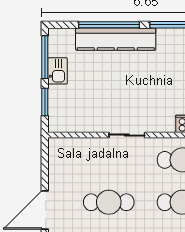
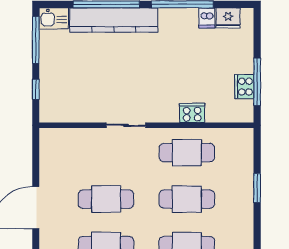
kitchen sink: (58, 71) -> (54, 18), moved, turned 90
window: (45, 102) -> (36, 89), width x0.67

